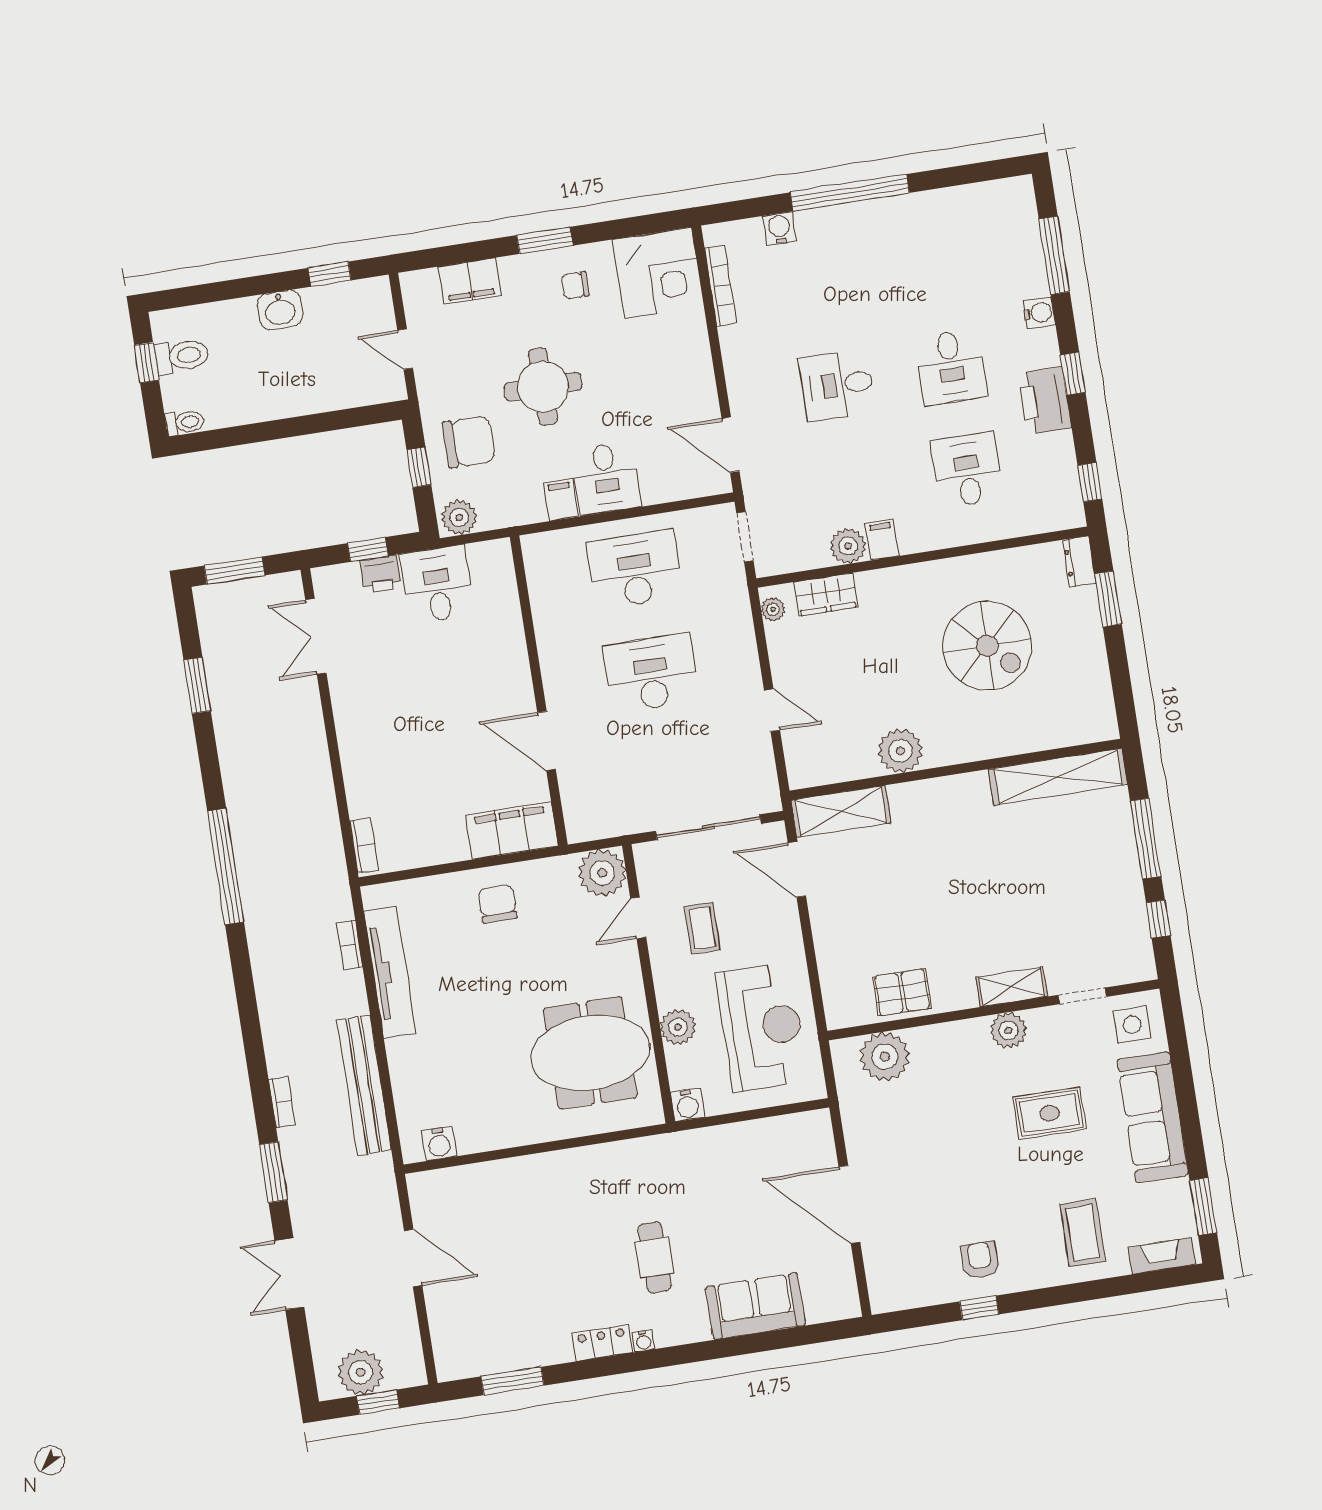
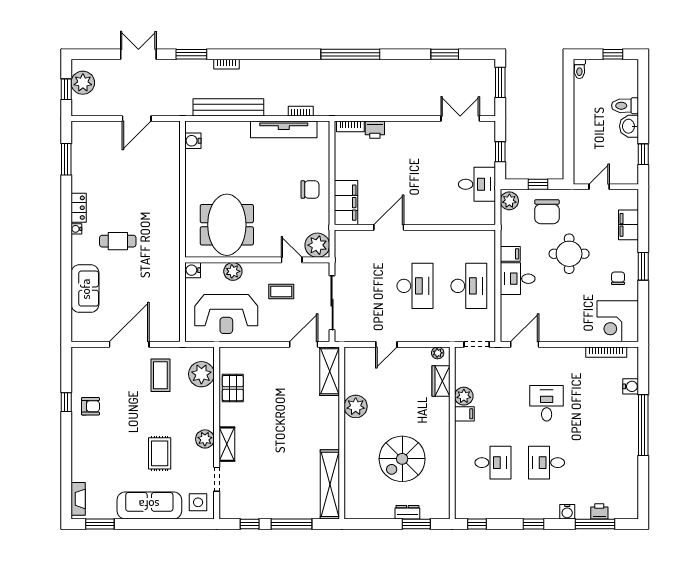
toilet: (182, 356) -> (625, 106), moved, turned 90
printer: (1045, 401) -> (599, 511), moved, width x0.53, depth x0.68
dresser: (1079, 562) -> (407, 512), moved
printer: (381, 574) -> (375, 130), moved, turned -90
coffee table: (1083, 1233) -> (160, 375), moved, turned 90

